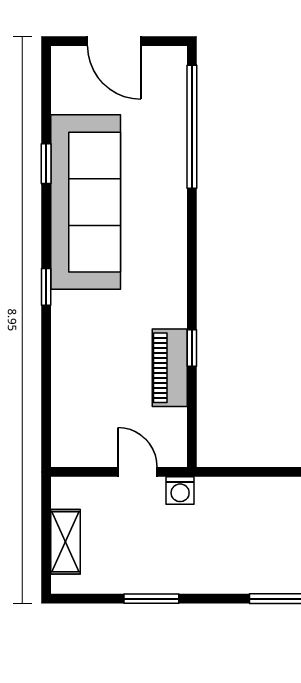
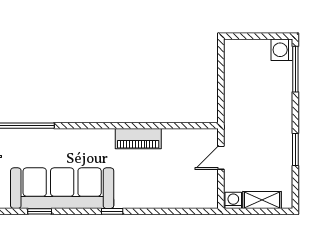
window: (192, 348) -> (148, 126), removed
piano: (170, 368) -> (138, 139), moved
washing machine: (180, 491) -> (233, 200), moved, turned -90

